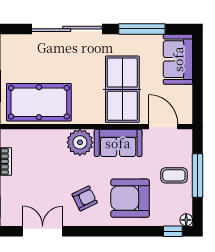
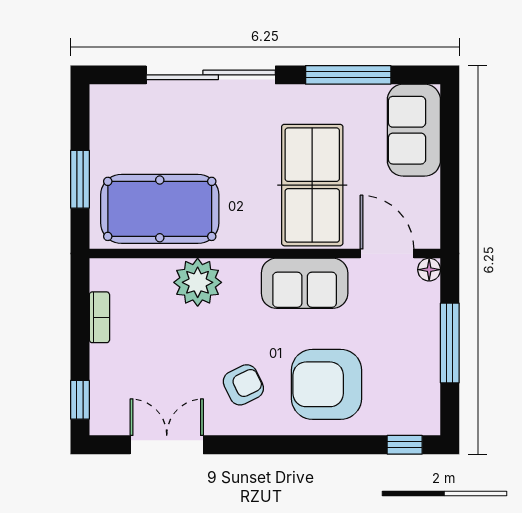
plant: (80, 142) -> (198, 282), moved
coffee table: (174, 175) -> (407, 343), removed
floor lamp: (186, 220) -> (429, 270), moved

